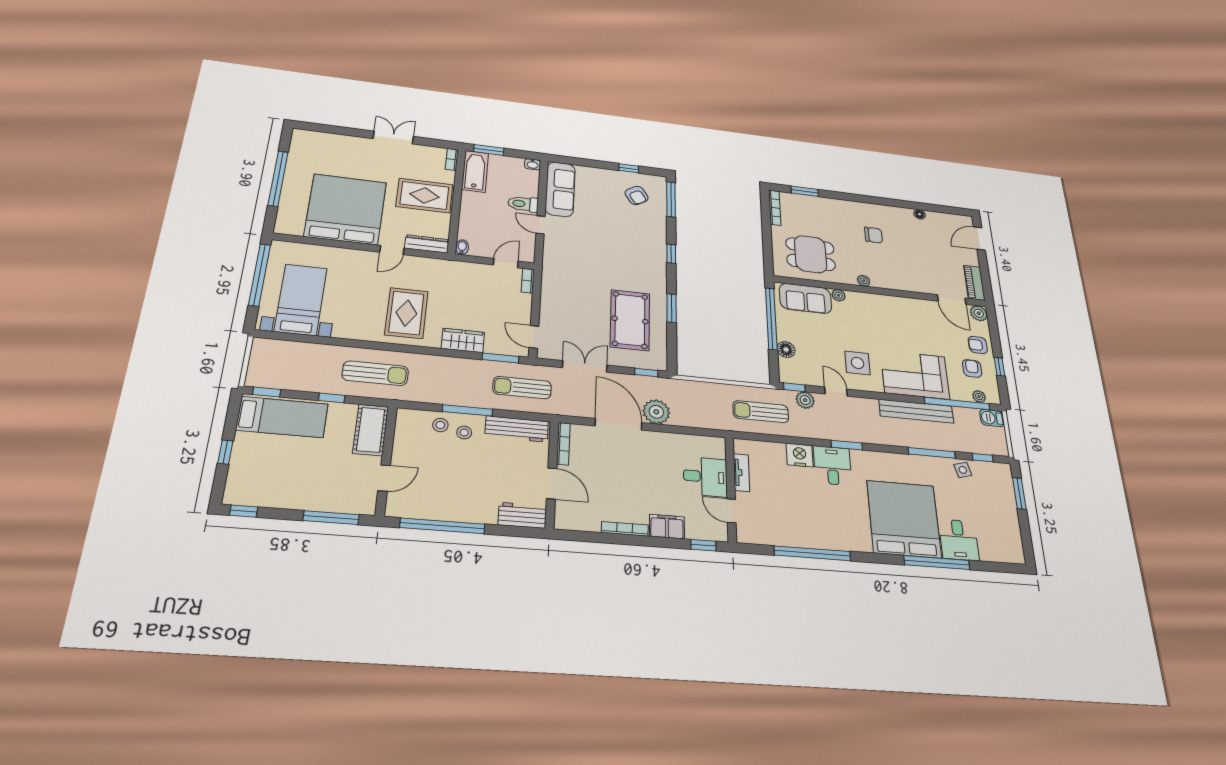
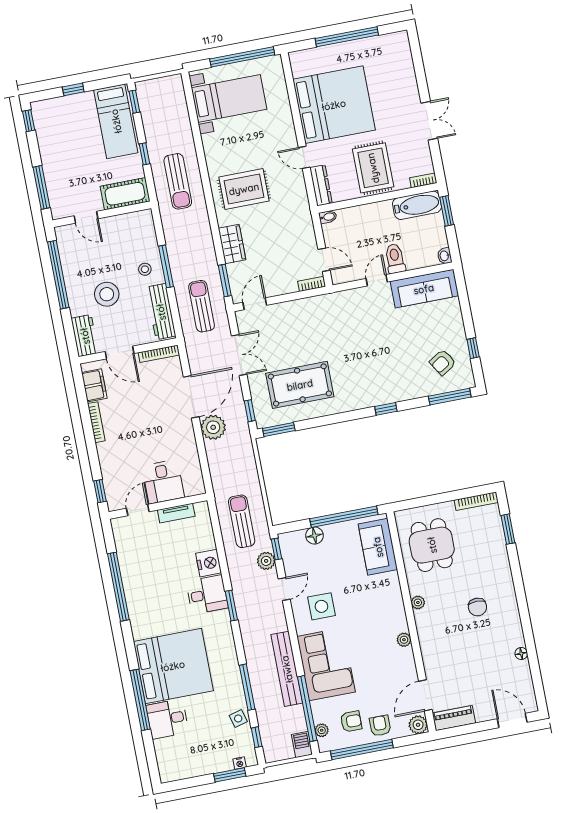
plant: (839, 295) -> (404, 640), moved
window: (672, 308) -> (279, 430), moved
window: (999, 367) -> (362, 749), width x3.17
stool: (440, 425) -> (107, 294), moved, width x1.89, depth x1.89
nightstand: (1008, 481) -> (240, 763), added
door: (552, 483) -> (120, 353), hinge flipped
filing cabinet: (667, 527) -> (94, 385), moved

